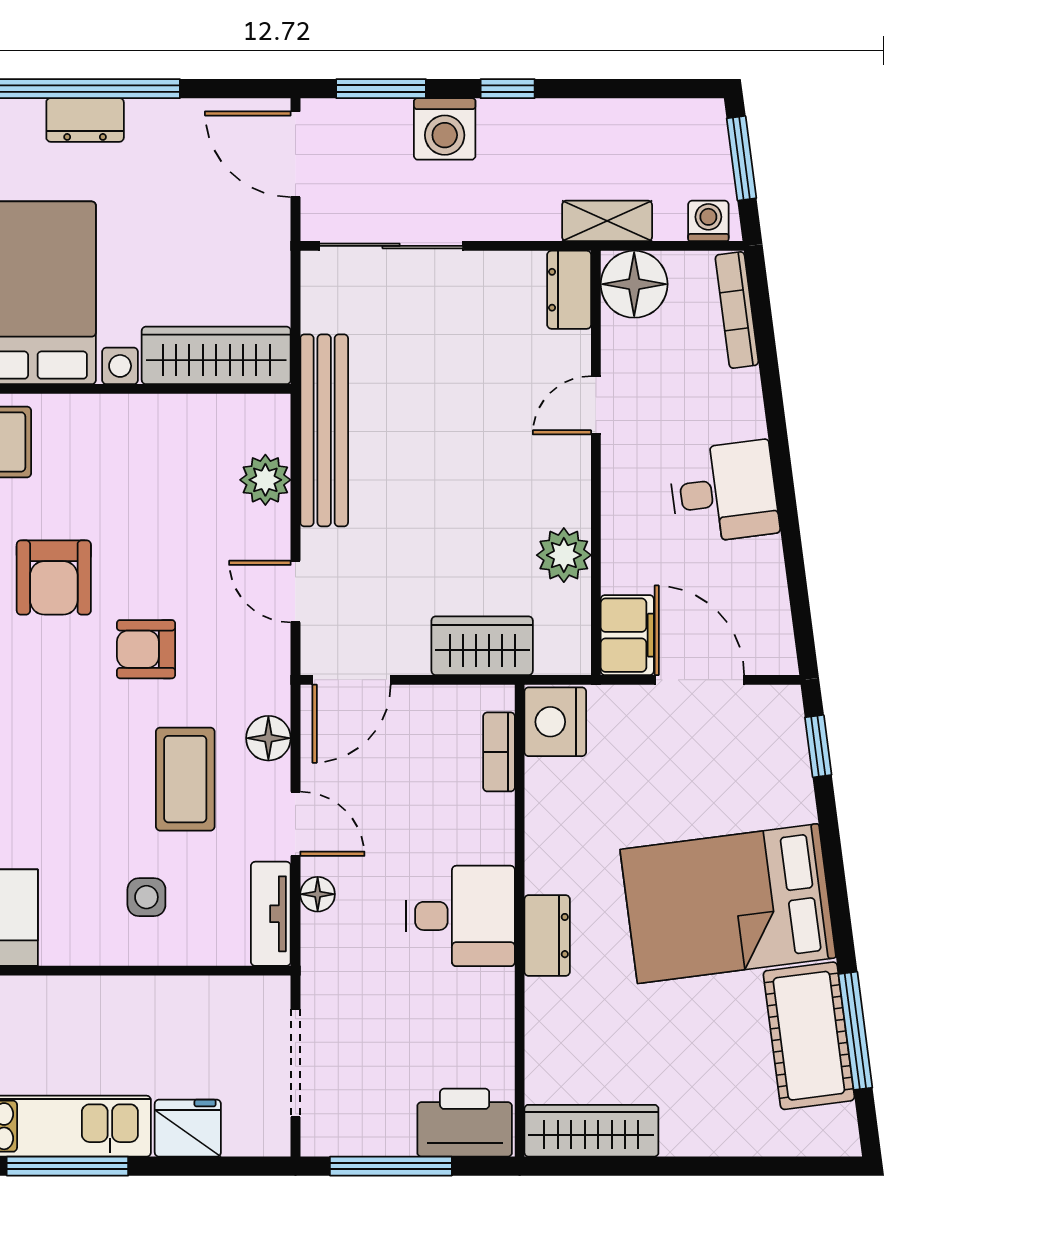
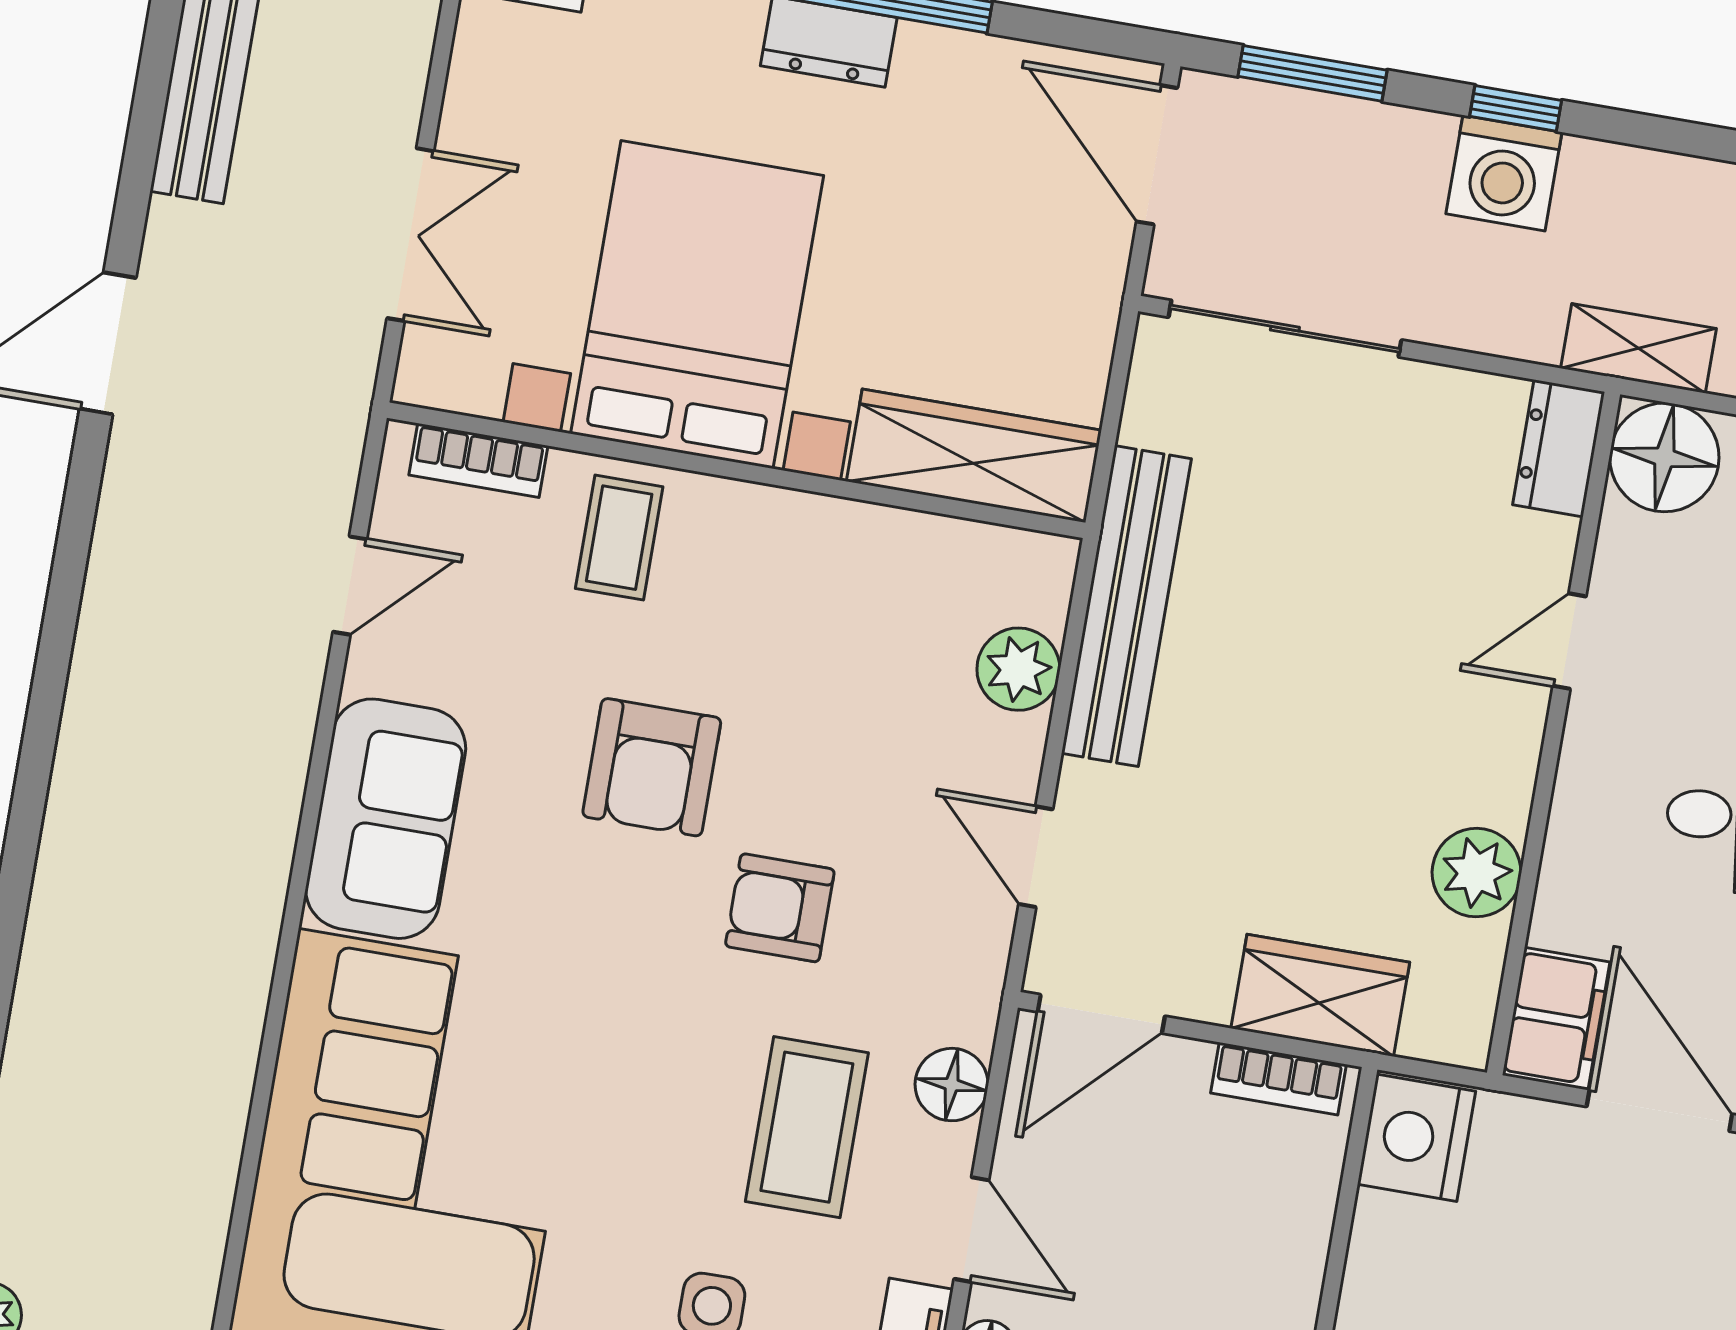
washing machine: (445, 129) -> (1504, 173), moved
bookcase: (499, 752) -> (1279, 1079), moved, turned -90

